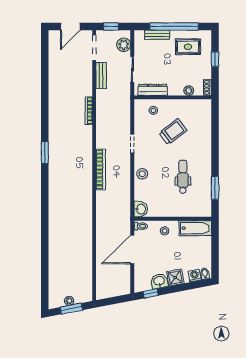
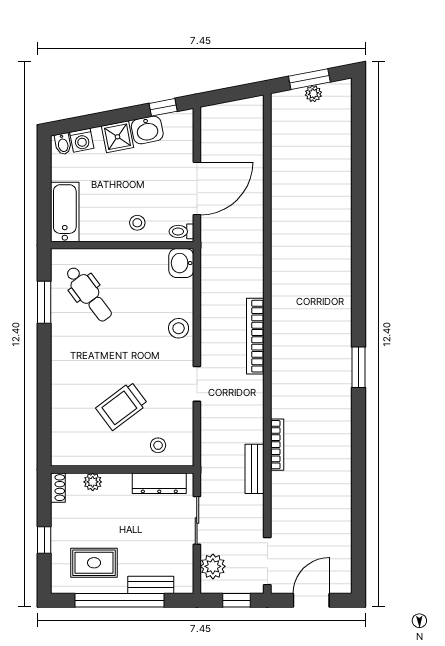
bench: (101, 76) -> (255, 469), moved
dental chair: (183, 177) -> (89, 294), moved, turned -37
bathtub: (195, 228) -> (65, 212), moved, turned 90

